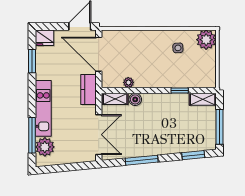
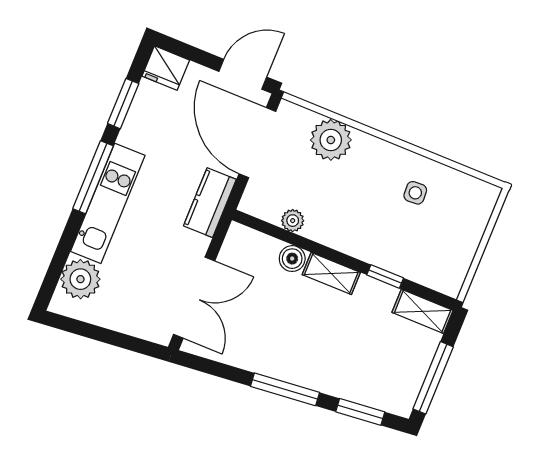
plant: (206, 40) -> (331, 140), moved
shelving: (115, 99) -> (331, 274), moved
window: (32, 135) -> (93, 177), moved
window: (142, 160) -> (285, 389), moved

